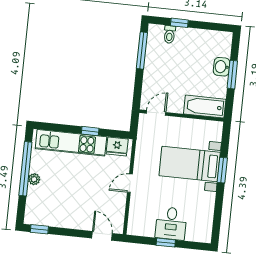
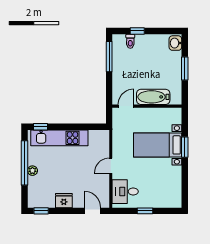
washbasin: (222, 67) -> (175, 43), moved
bathtub: (205, 107) -> (153, 97), moved
window: (90, 131) -> (40, 127), moved
fridge: (117, 146) -> (64, 201), moved, turned 180
desk: (171, 223) -> (125, 192), moved, turned 90

